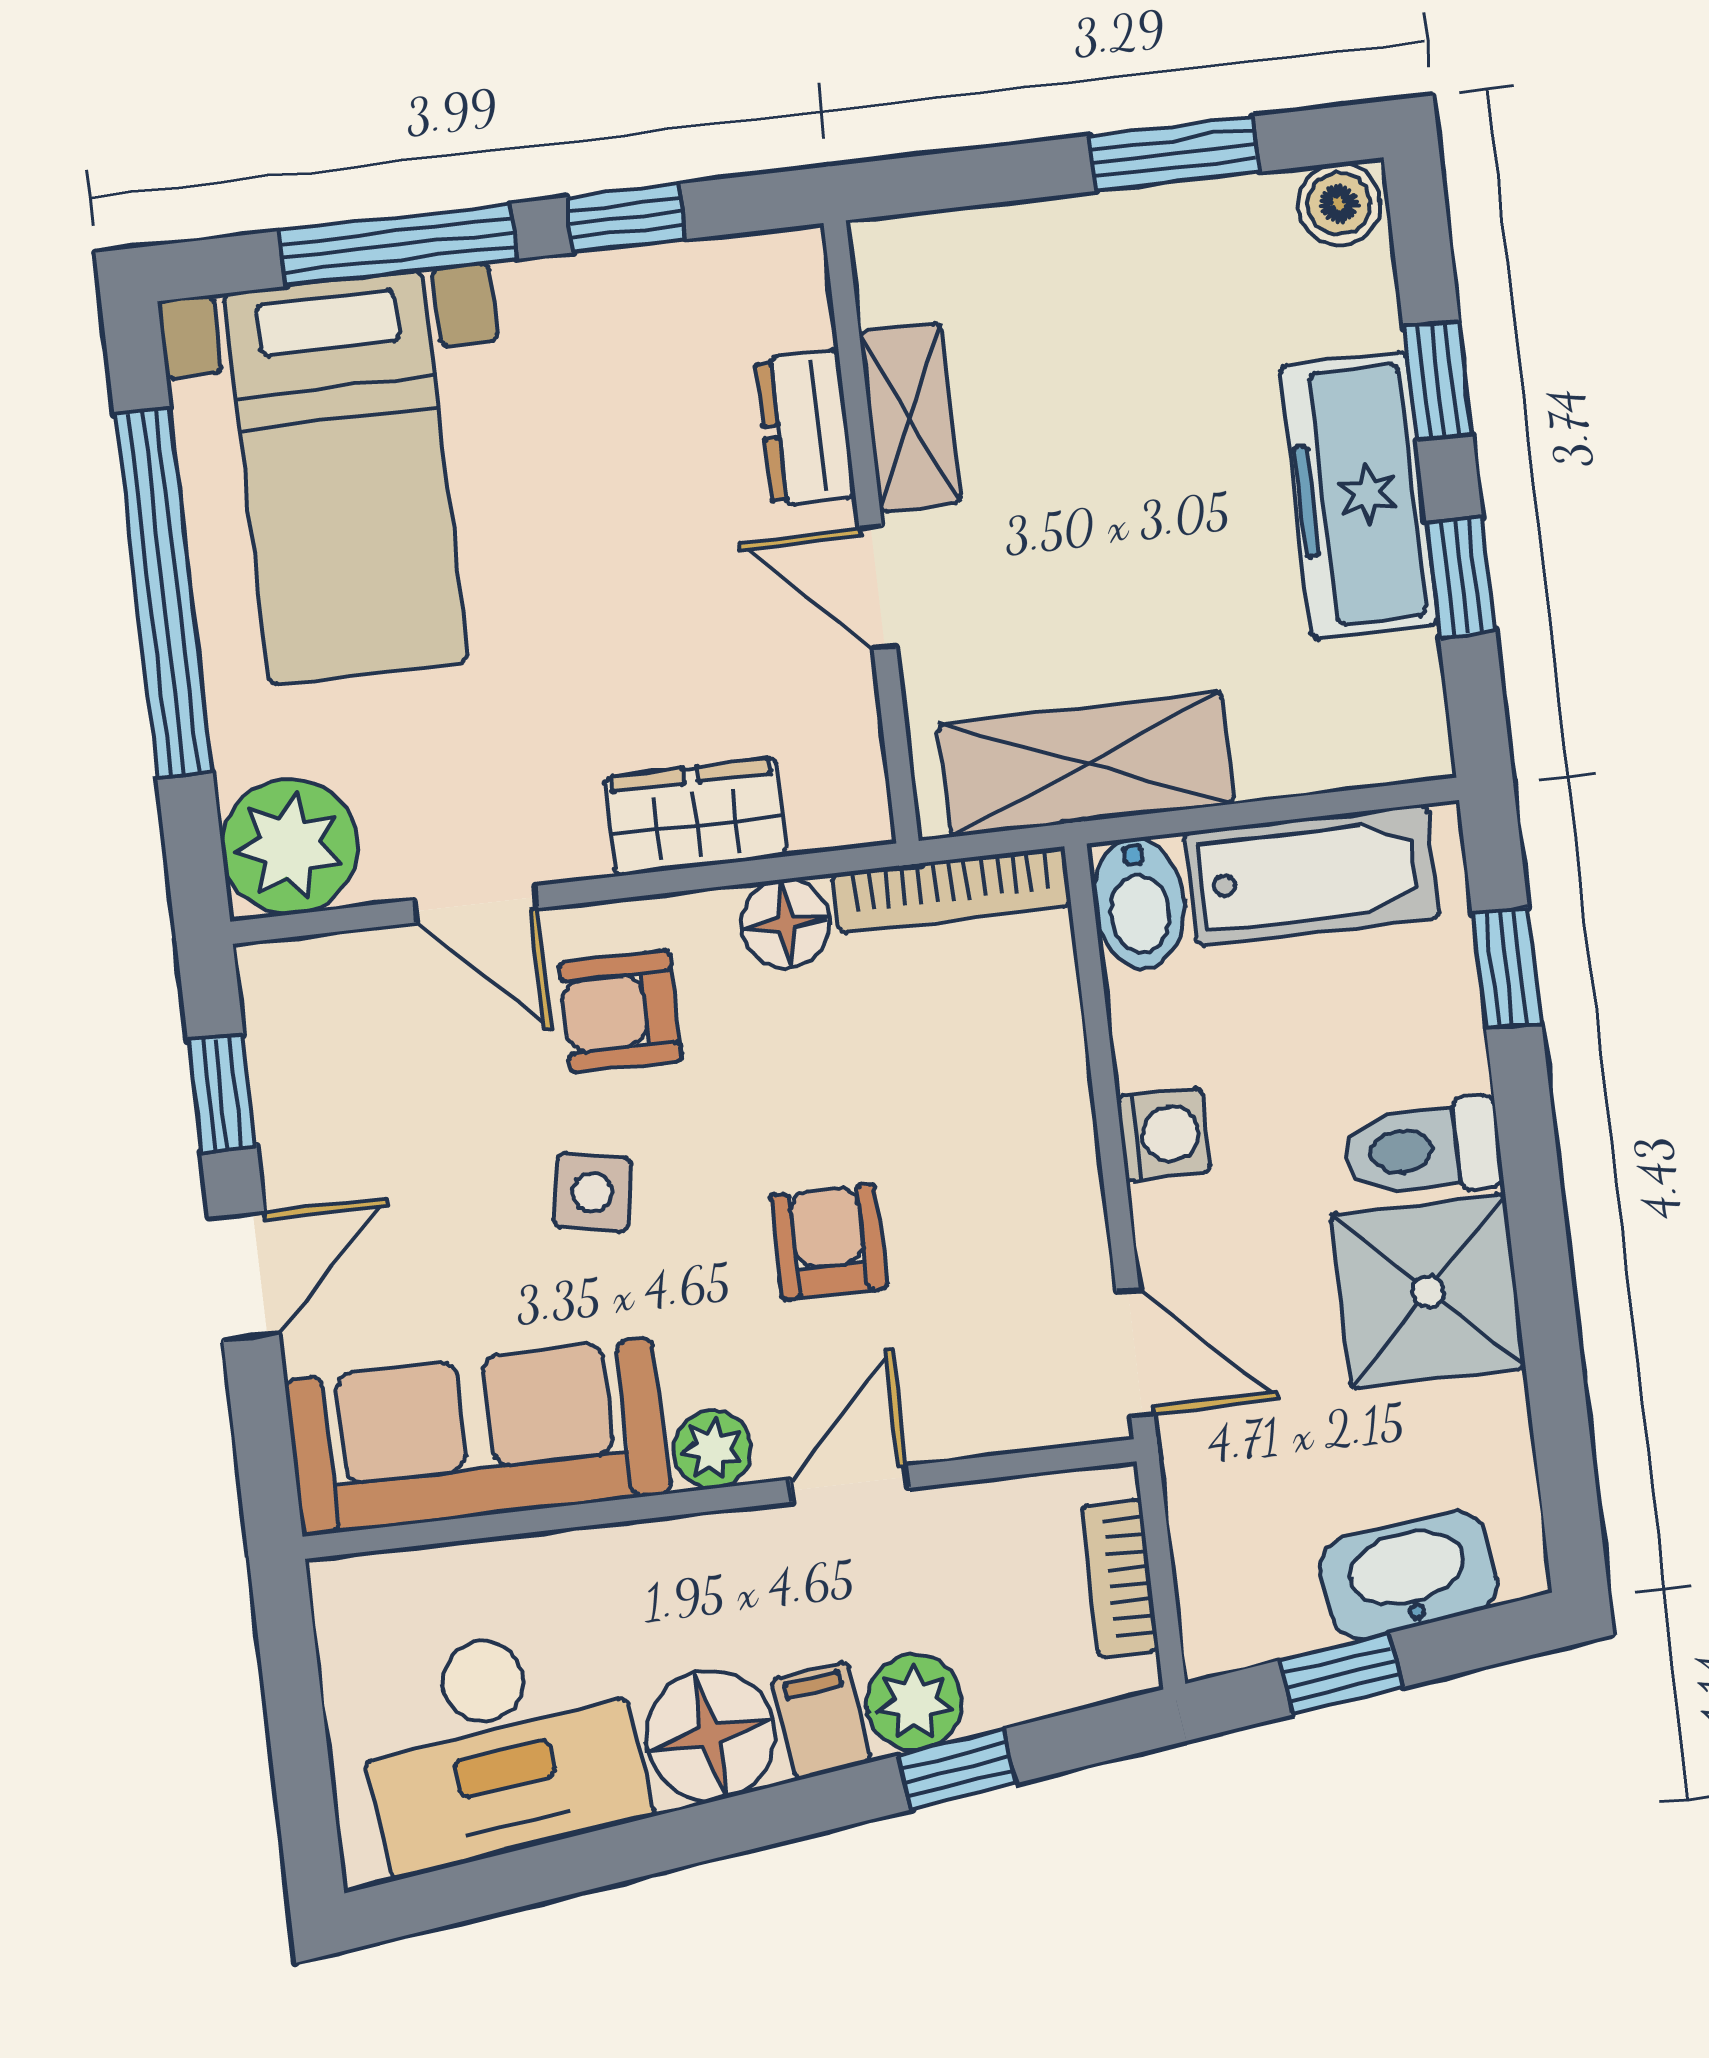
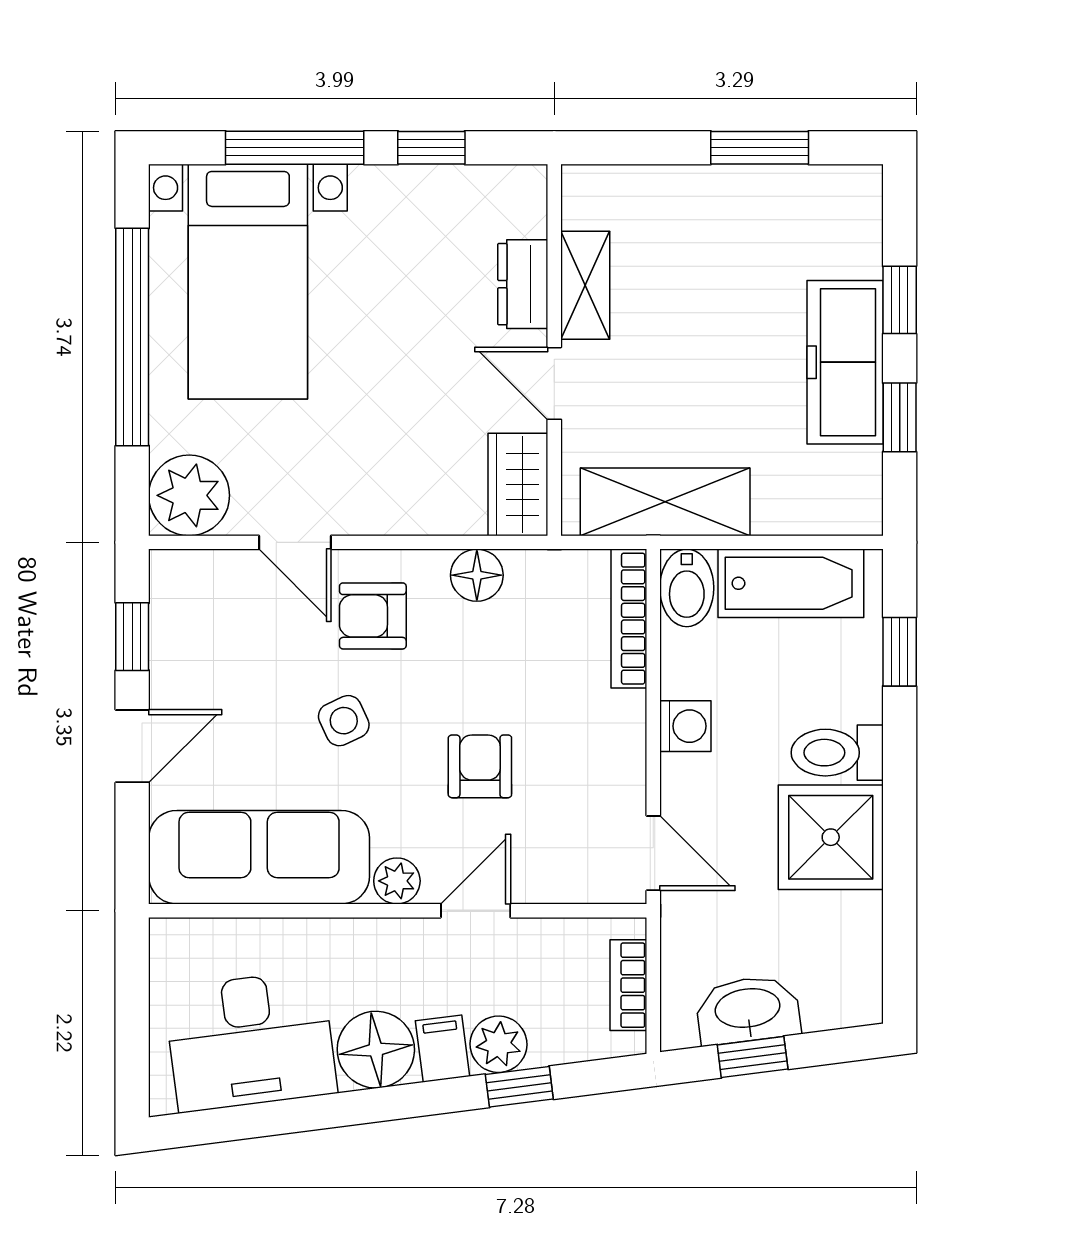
boiler: (1339, 204) -> (854, 189), removed
wardrobe: (696, 817) -> (518, 485), moved, turned -90
bookcase: (952, 890) -> (629, 619), moved, turned 90
side table: (592, 1192) -> (344, 721), turned -36
washbasin: (1408, 1575) -> (748, 1010), moved

